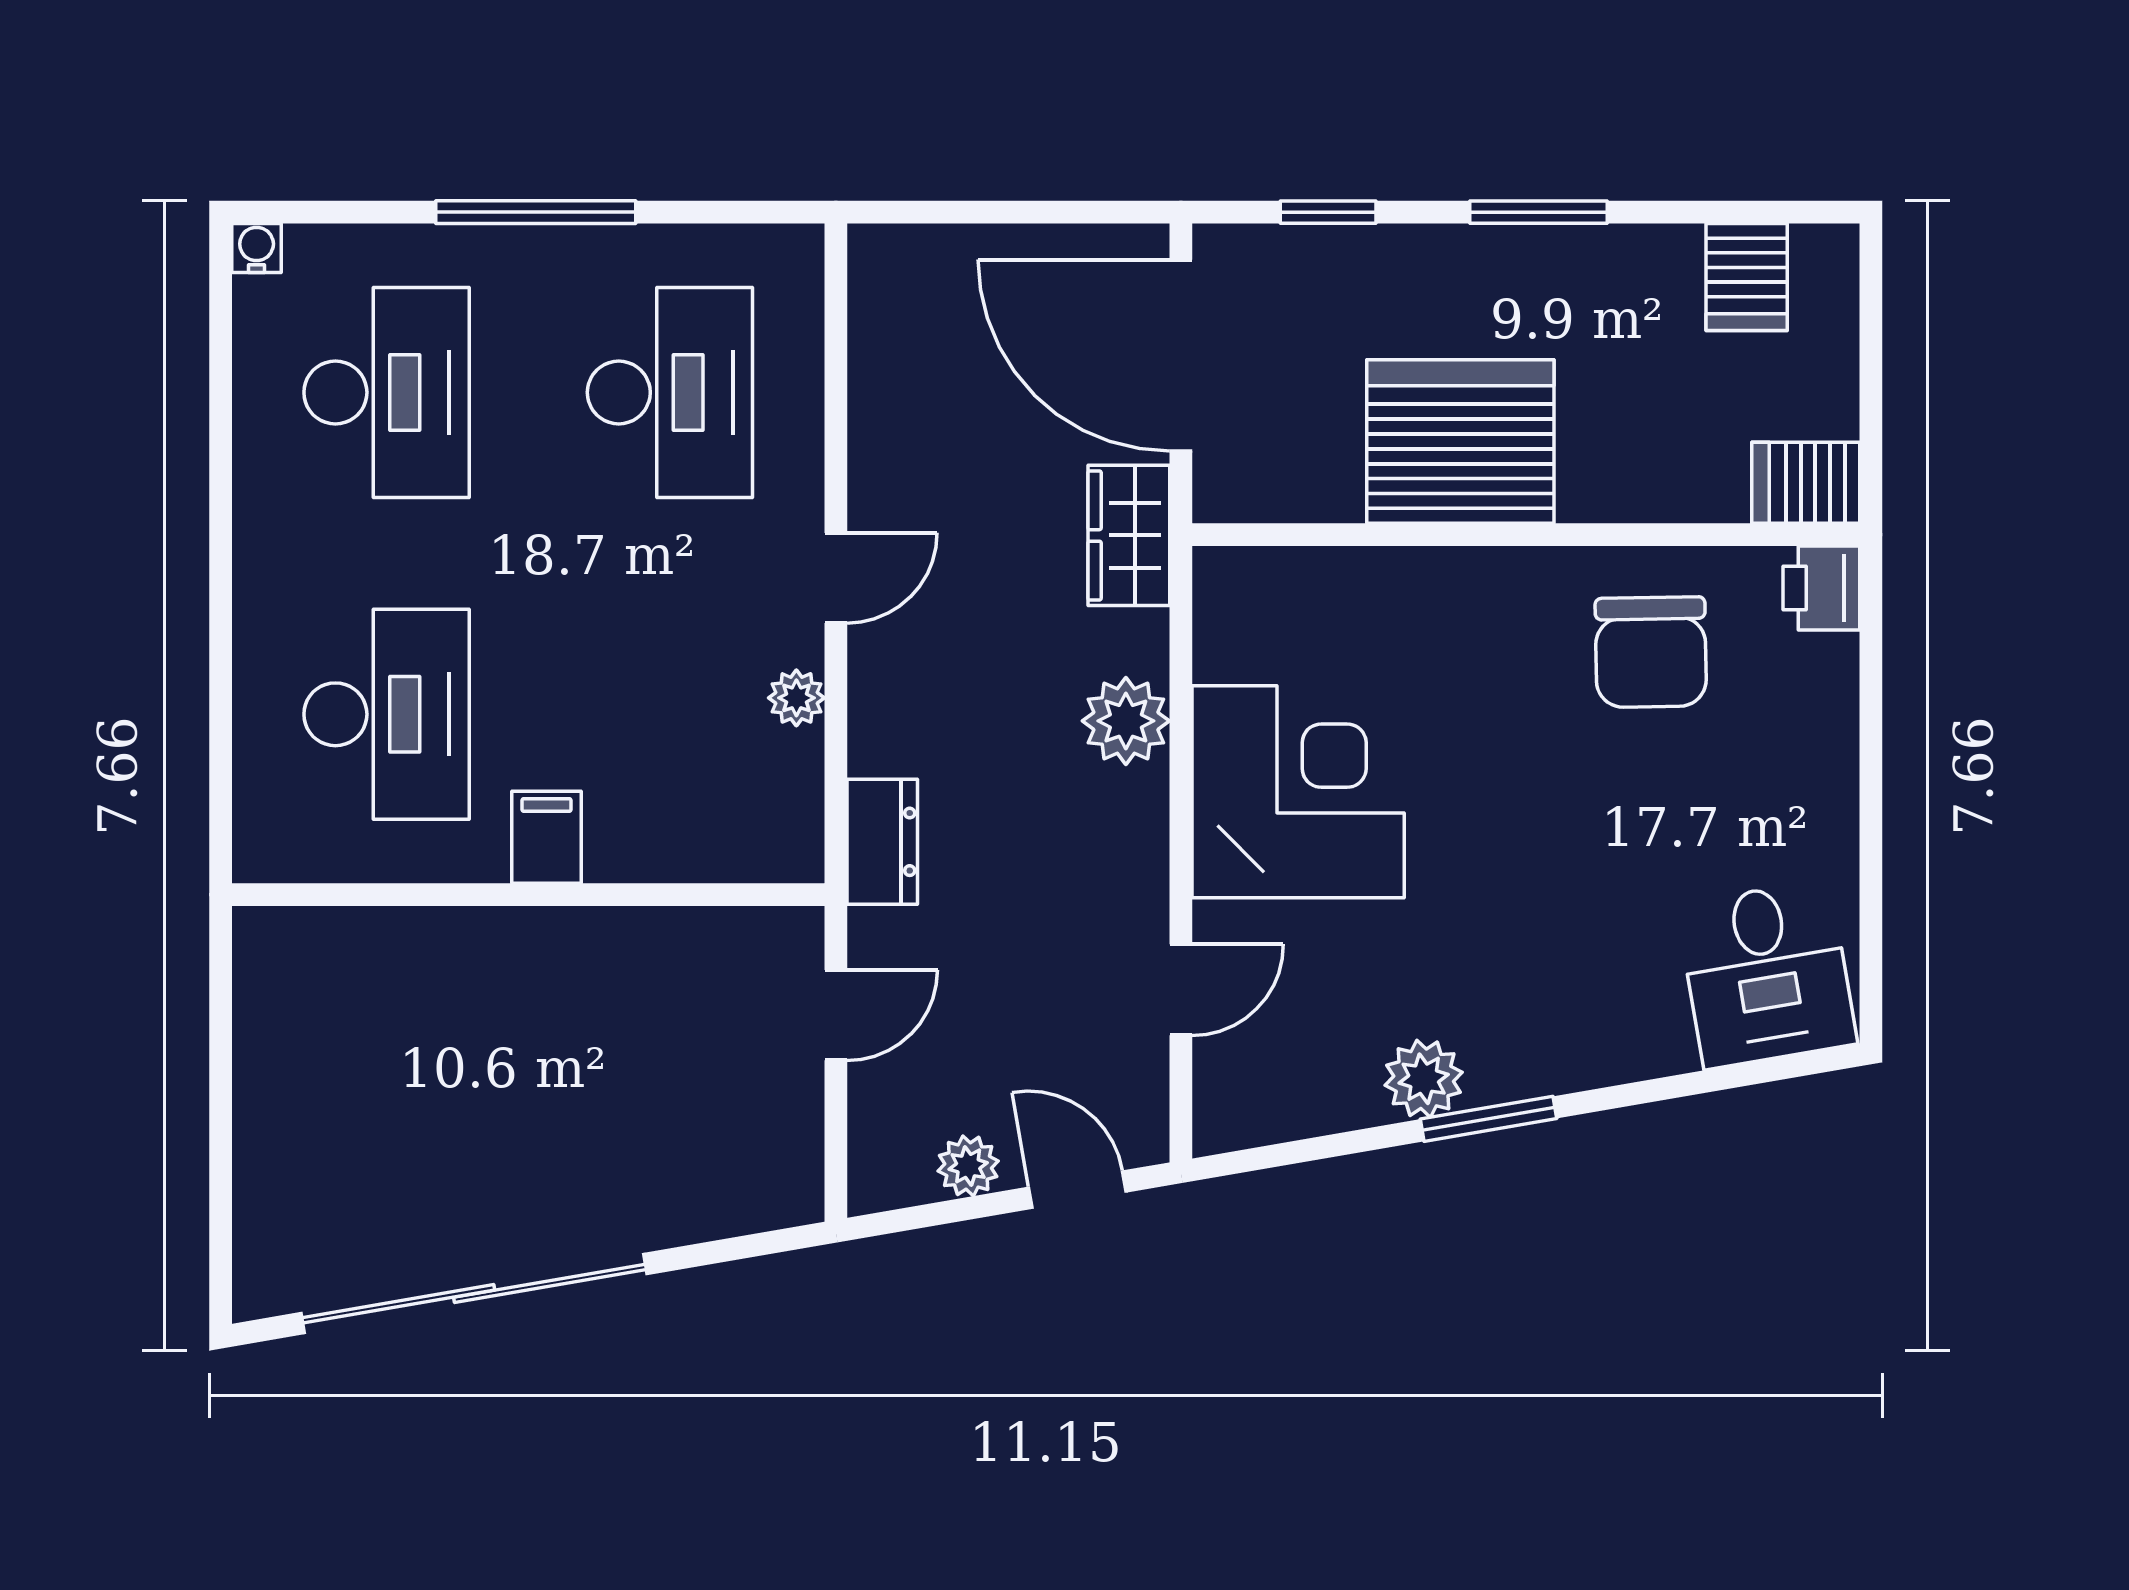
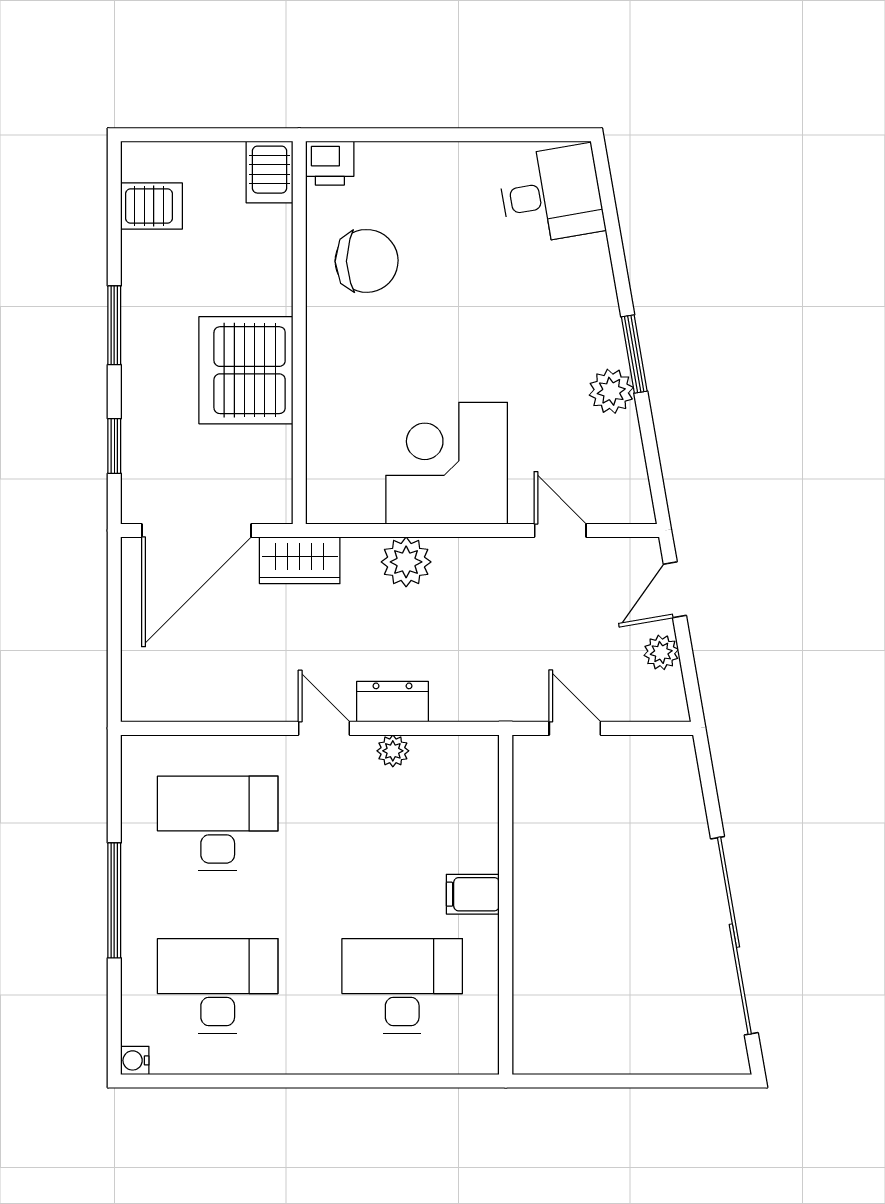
dresser: (882, 842) -> (393, 702), moved

